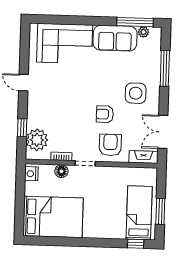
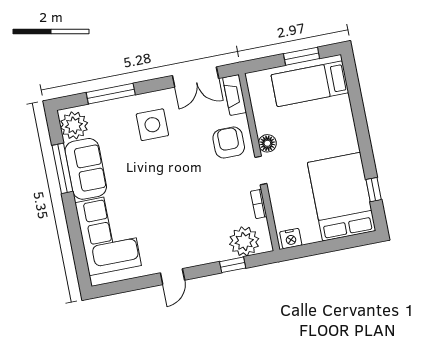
window: (135, 22) -> (62, 168), moved
plant: (143, 32) -> (74, 125), width x1.88, depth x1.88
armchair: (105, 114) -> (190, 159), removed
armchair: (110, 145) -> (229, 143), turned 90
floor lamp: (61, 171) -> (267, 143), moved
window: (136, 244) -> (374, 190), moved

